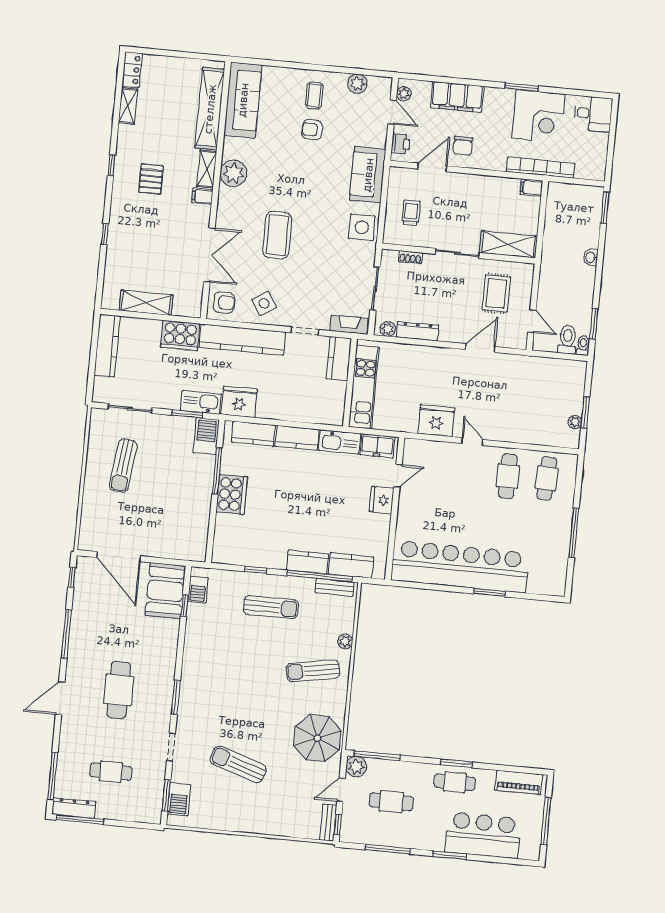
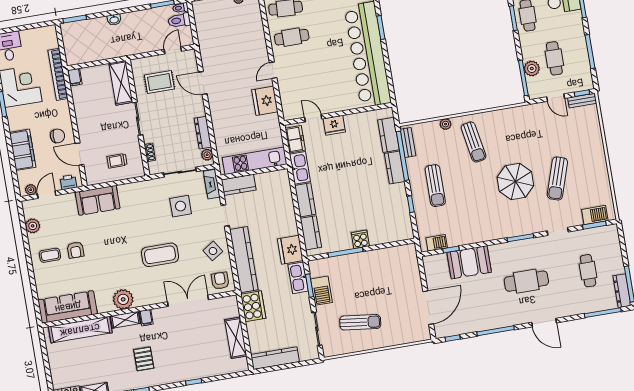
pallet: (151, 179) -> (144, 359), turned 90
side table: (362, 227) -> (181, 206), moved
barbecue: (206, 436) -> (321, 291), moved, turned -90
cooker: (232, 494) -> (360, 239), width x0.53, depth x0.76
booth: (165, 591) -> (469, 262), moved
sun lounger: (271, 607) -> (435, 186), turned 180
parasol: (317, 738) -> (515, 181), moved
plant: (356, 767) -> (532, 69), moved

